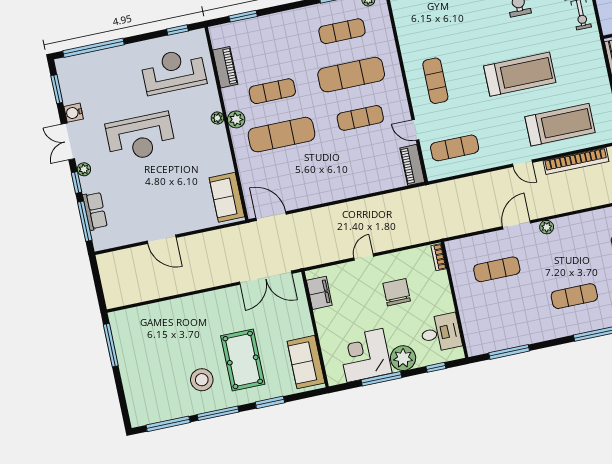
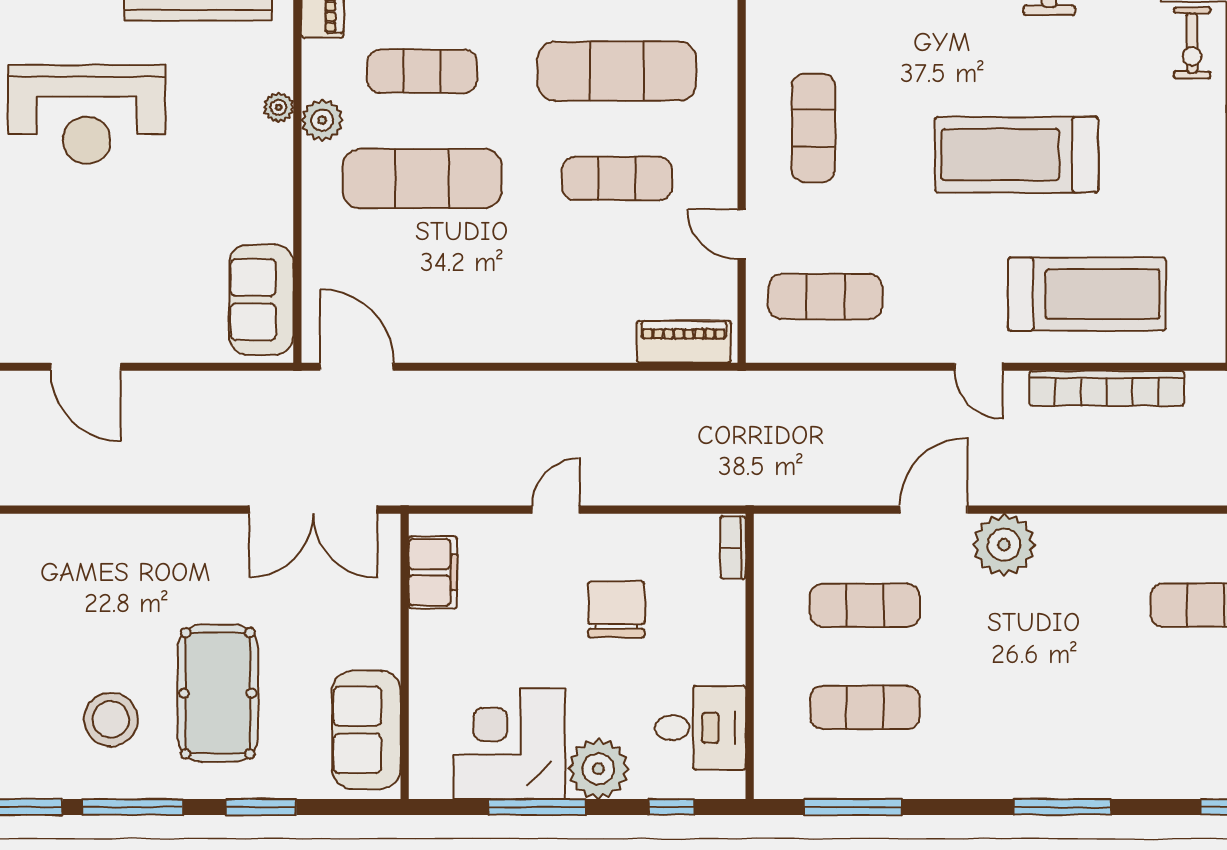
treadmill: (520, 74) -> (1017, 155), turned 180
piano: (412, 165) -> (684, 342), moved, turned 90
plant: (547, 227) -> (1004, 545), width x1.88, depth x1.88
exercise mat: (574, 296) -> (865, 707), moved

